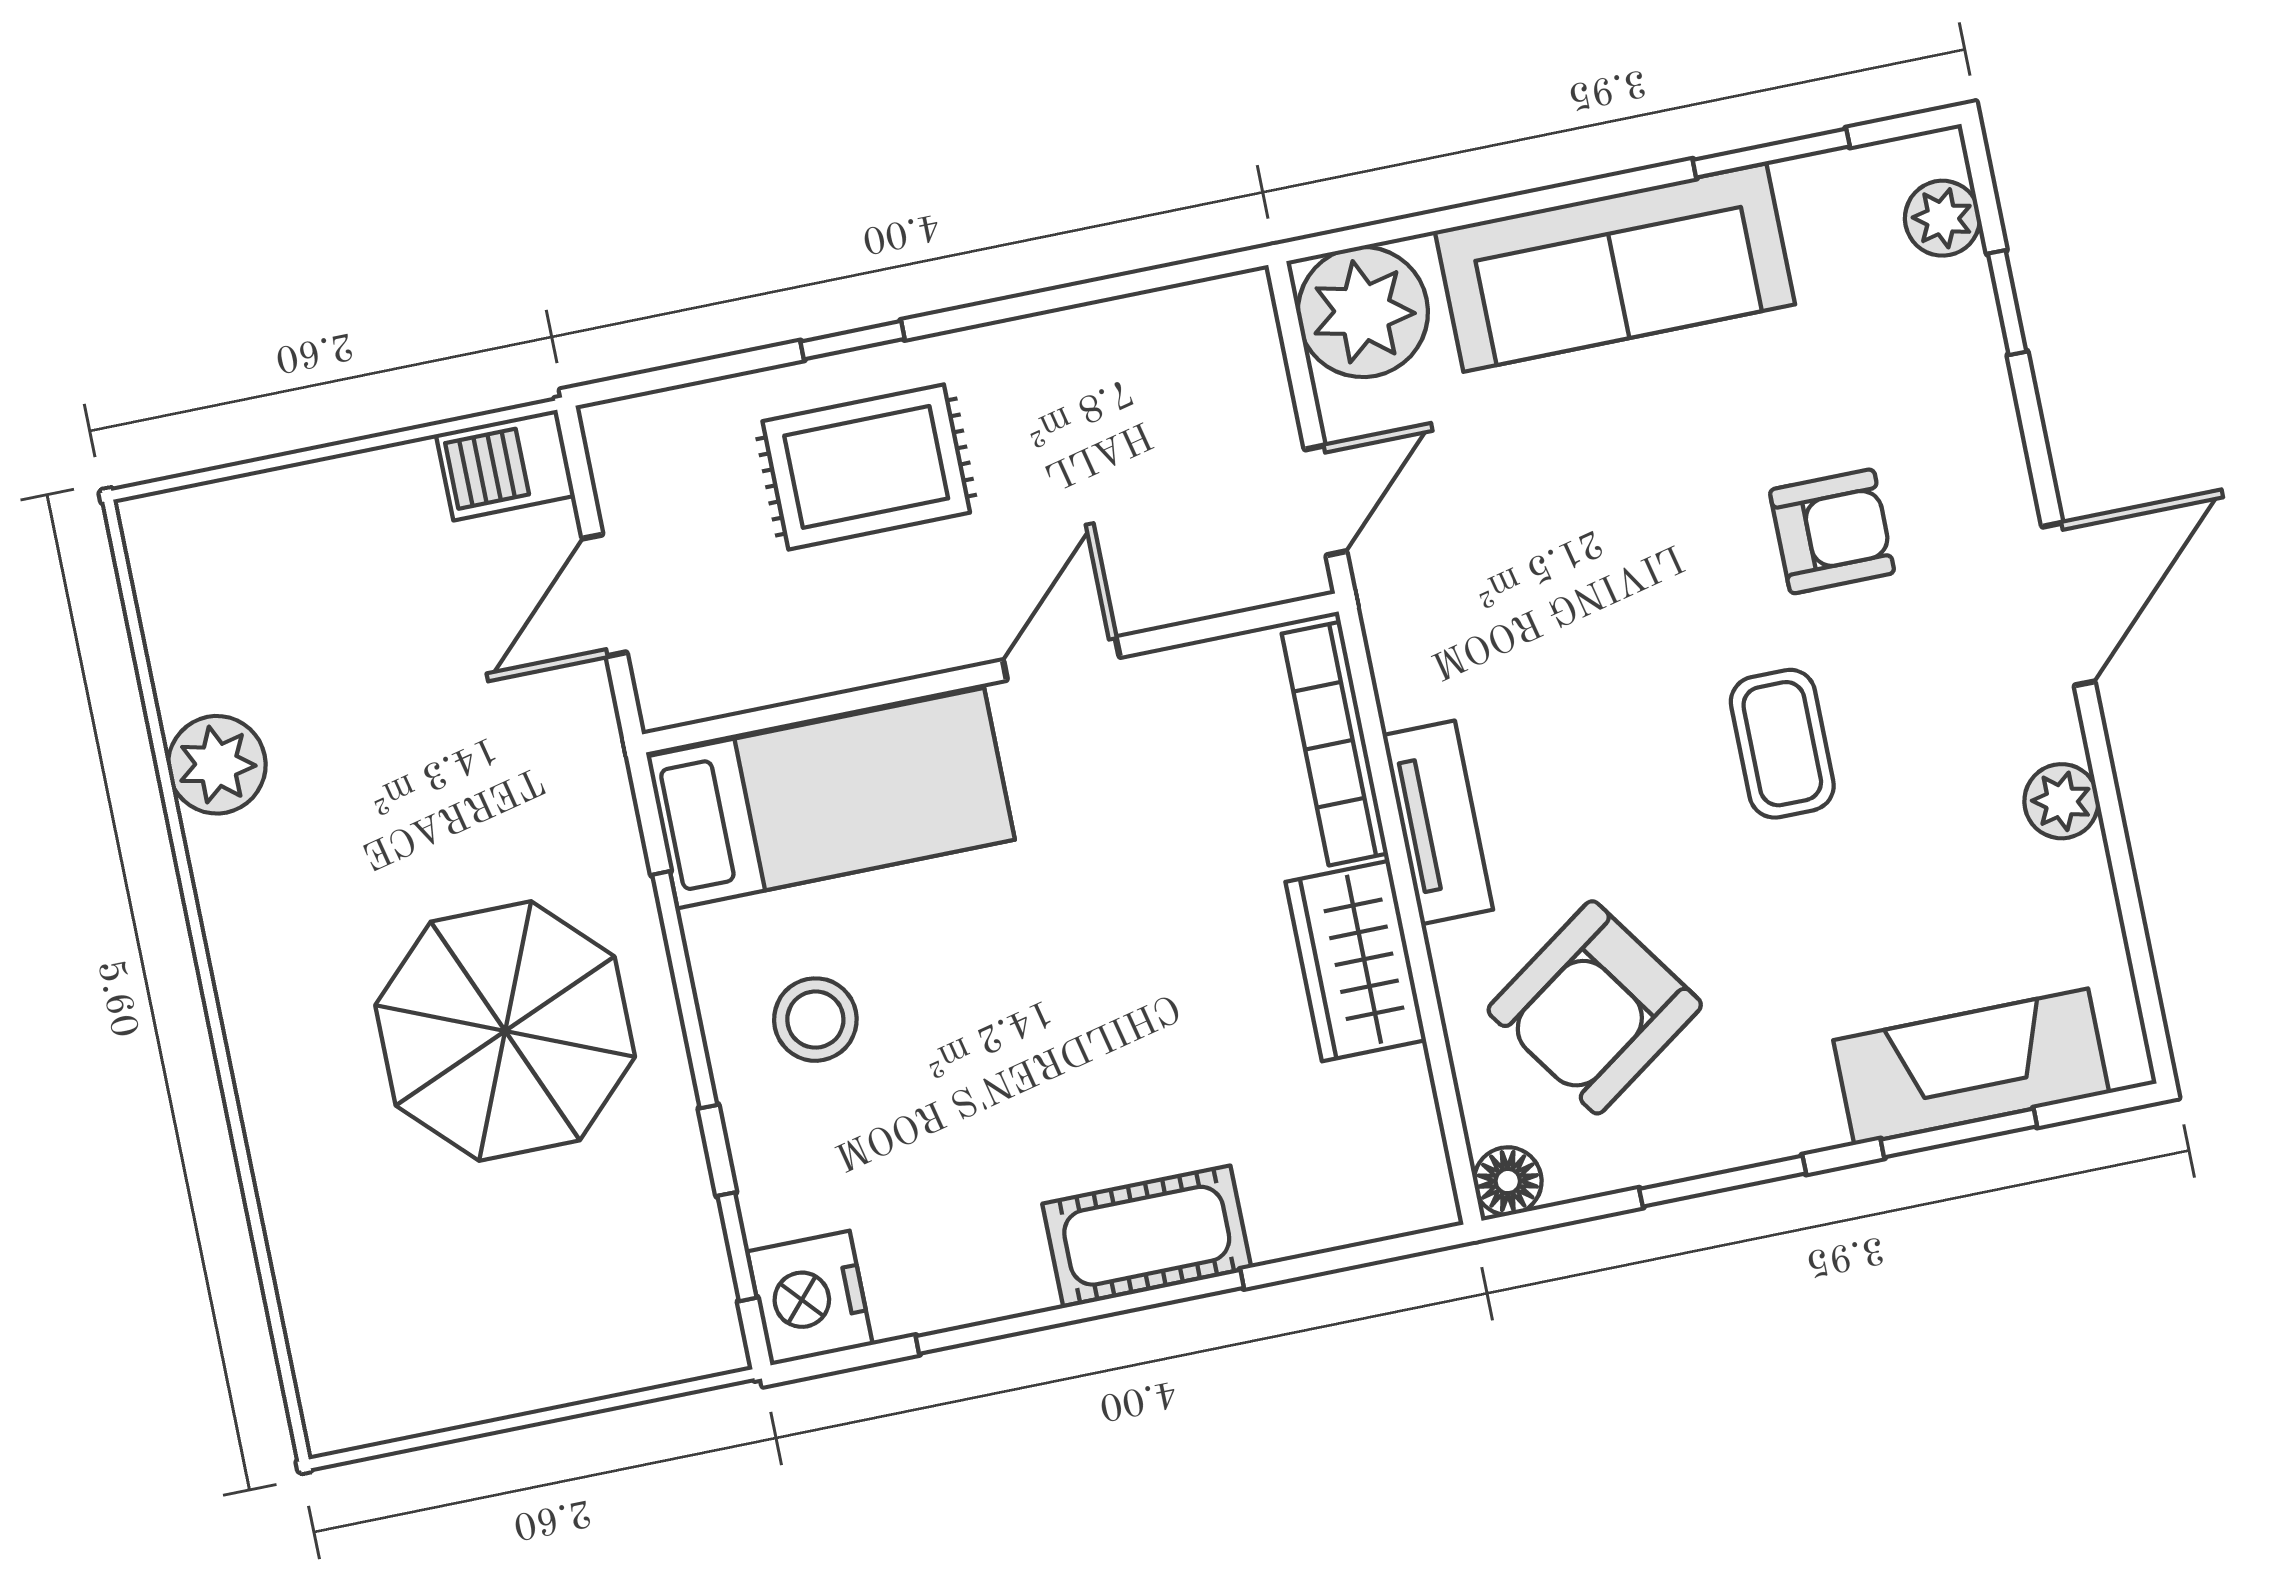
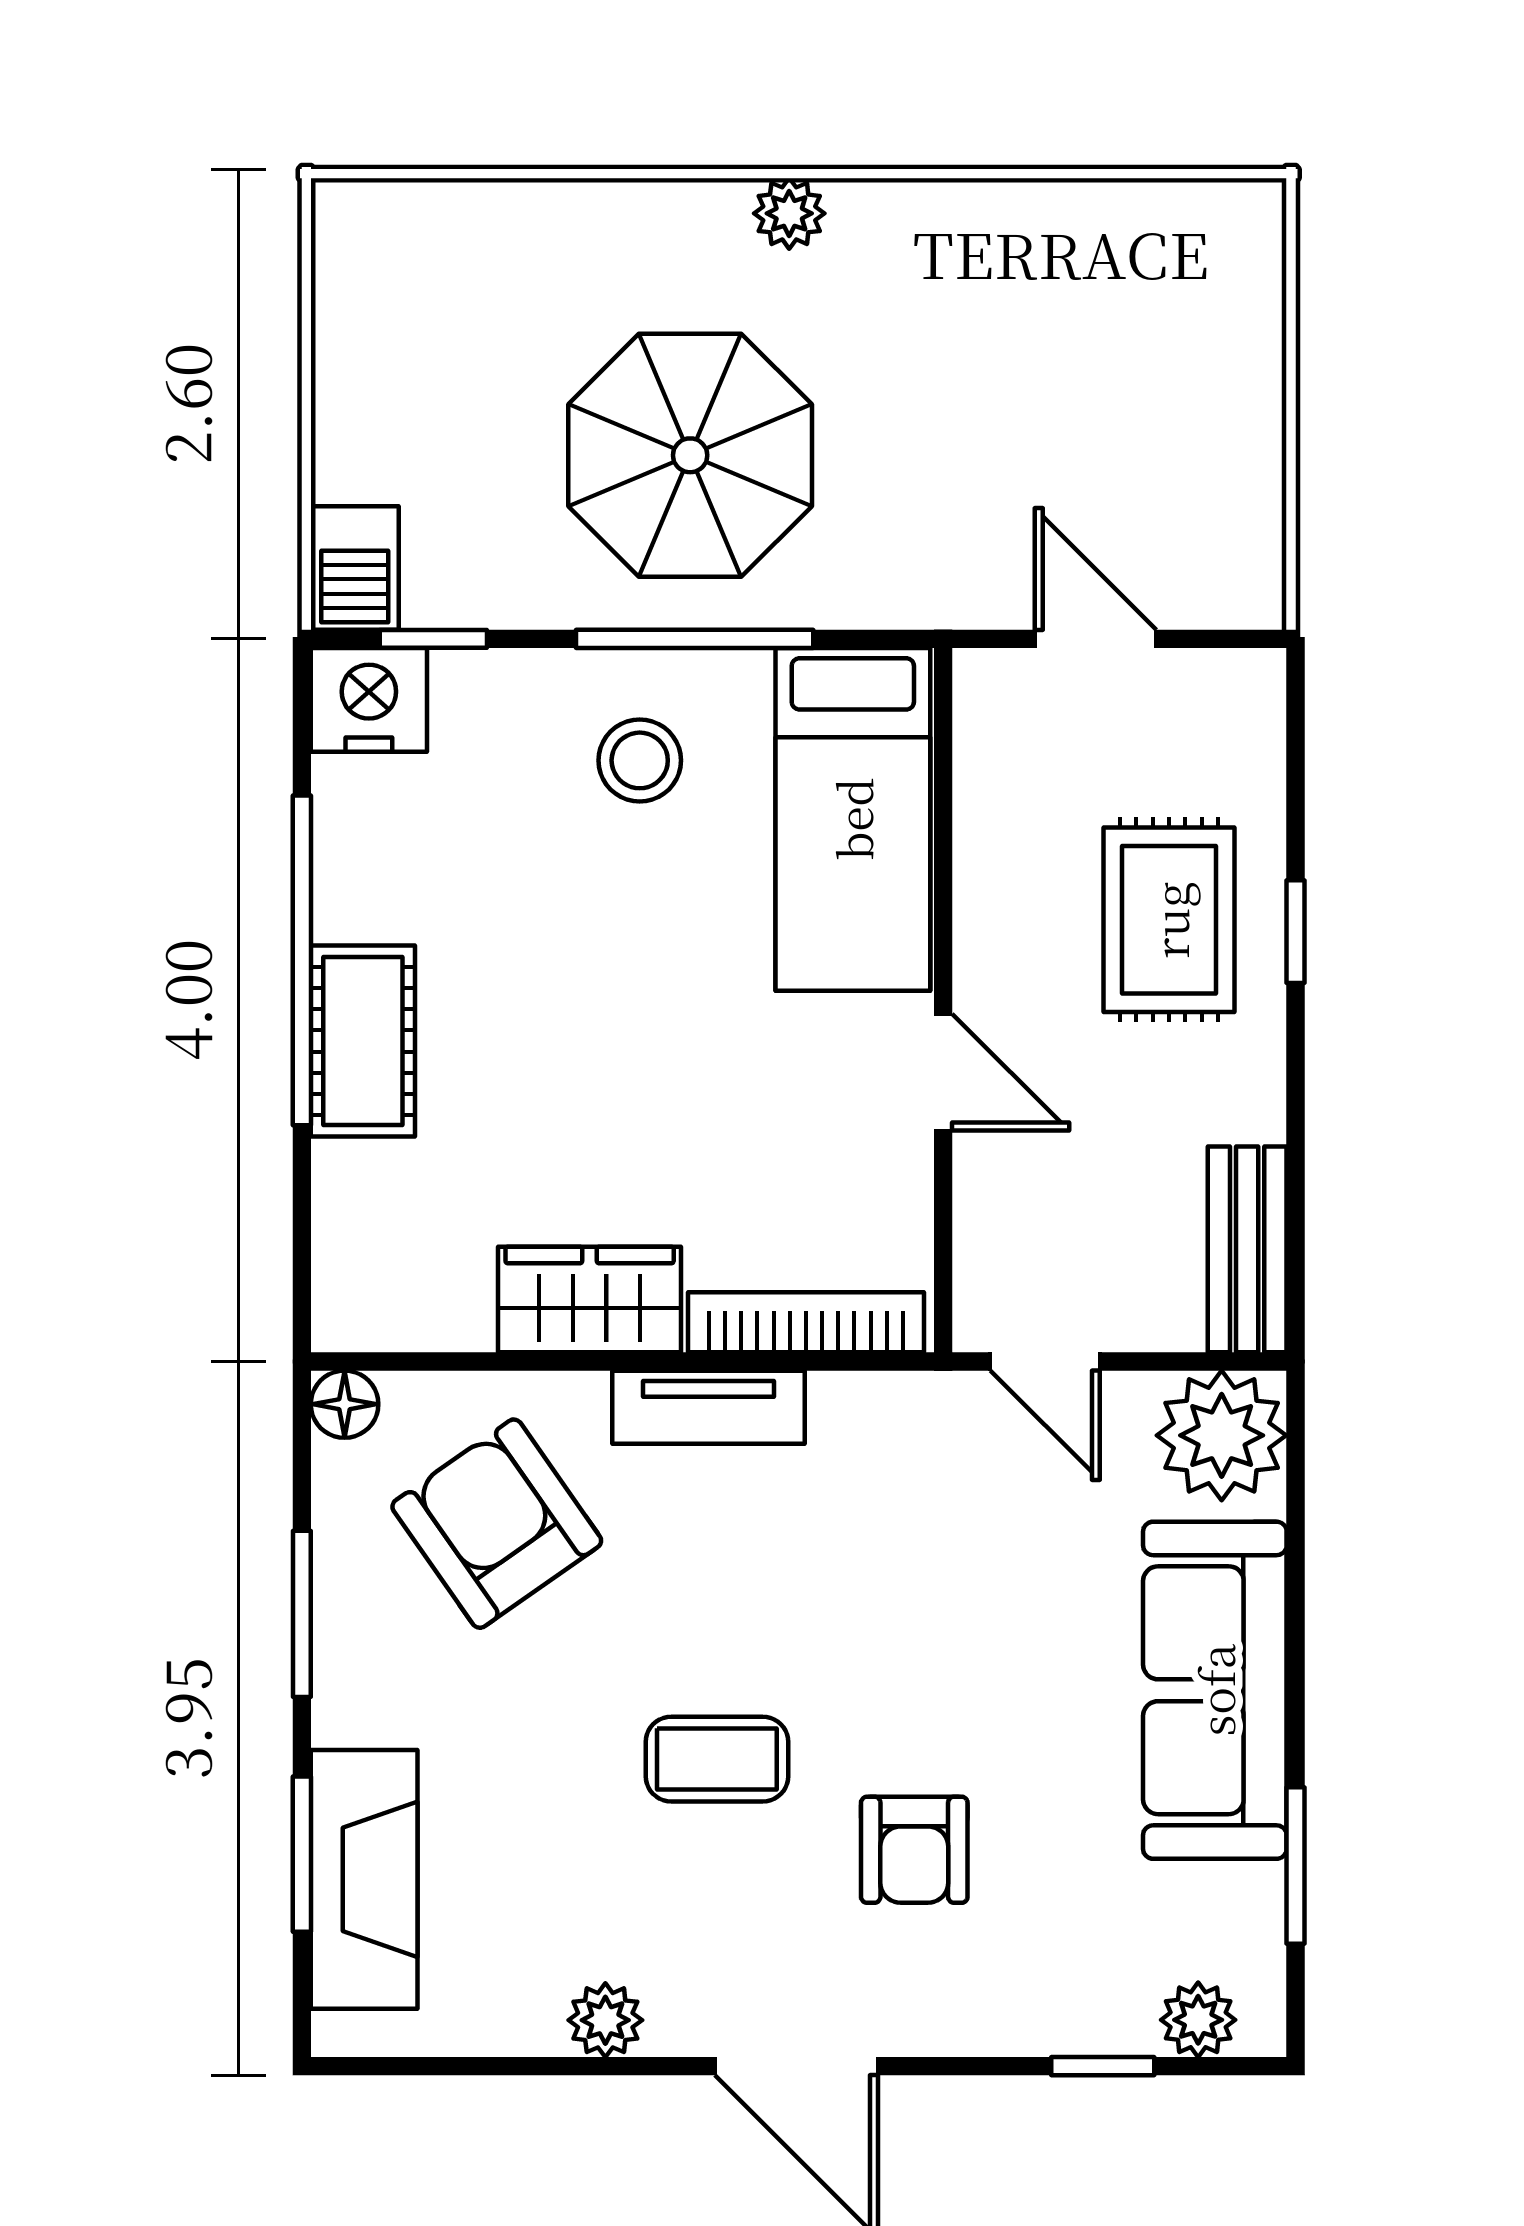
bench: (1175, 324) -> (1247, 1249), added
barbecue: (505, 465) -> (355, 568), moved, turned 180
plant: (217, 765) -> (789, 213), moved, width x0.73, depth x0.73

